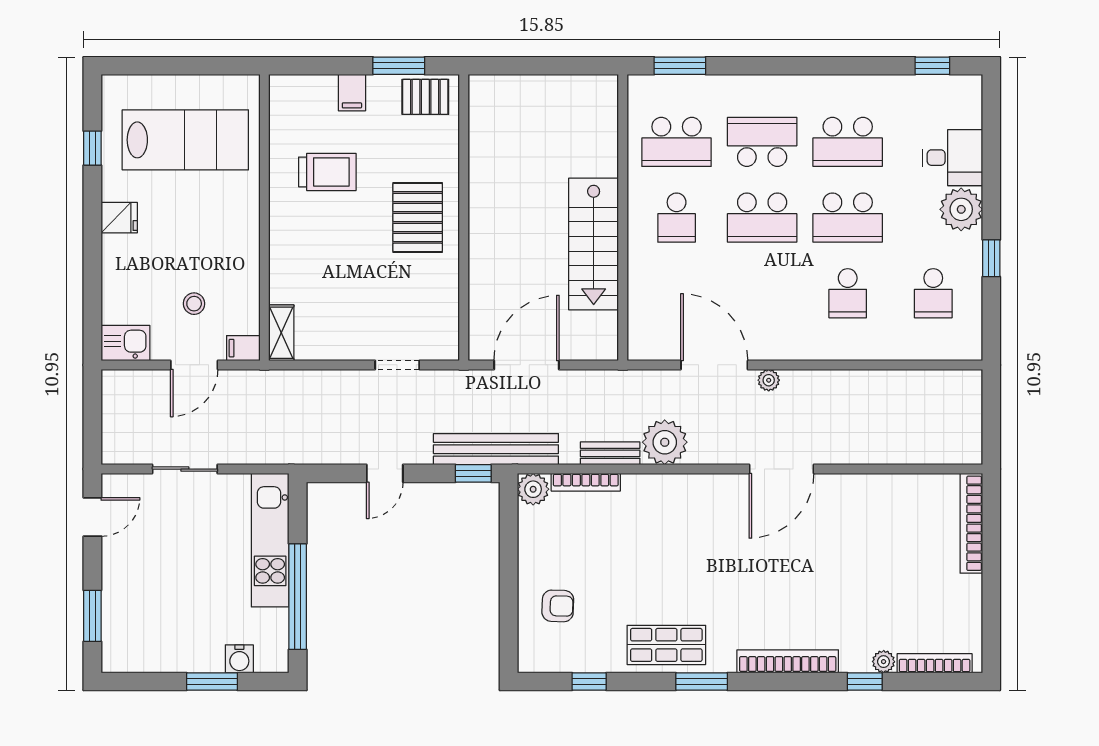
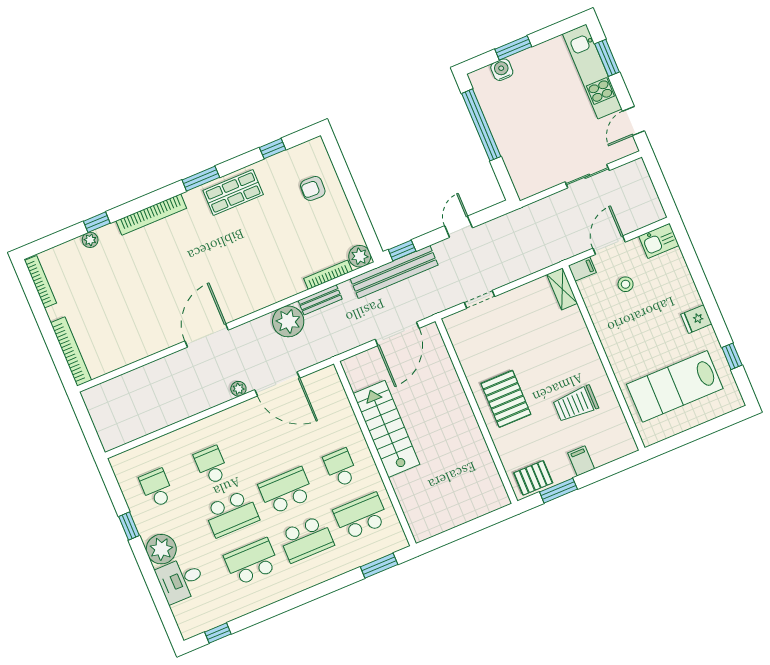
school desk: (848, 218) -> (231, 514), turned 180
kitchen unit: (270, 540) -> (592, 71), moved, turned 180
bookcase: (935, 663) -> (40, 282), moved, turned -90

